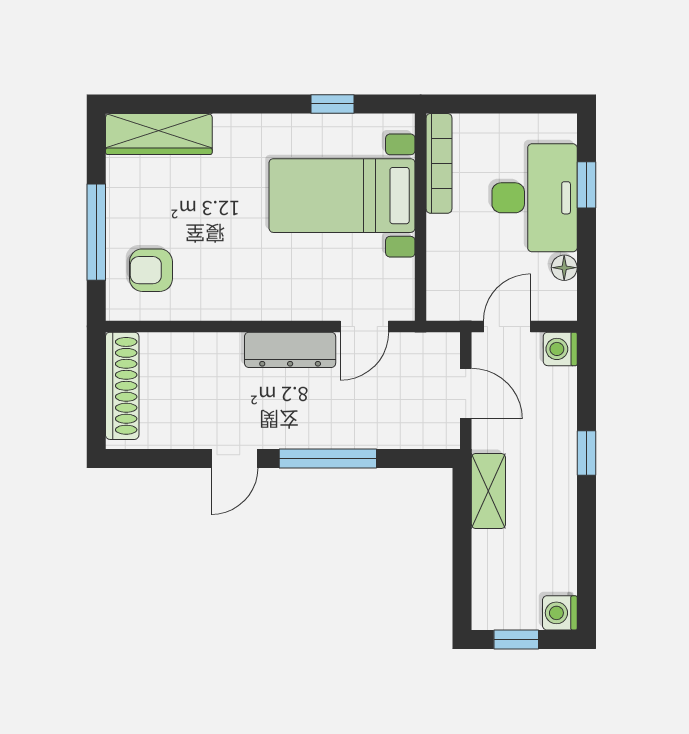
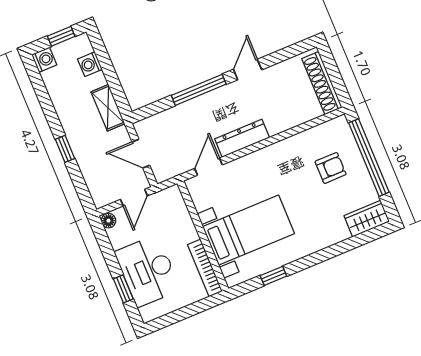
wardrobe: (159, 134) -> (367, 219), width x0.67
window: (96, 232) -> (369, 158), width x1.46
floor lamp: (564, 268) -> (109, 221), moved
armchair: (151, 270) -> (331, 168), moved
washing machine: (560, 349) -> (90, 64), moved, turned 180

